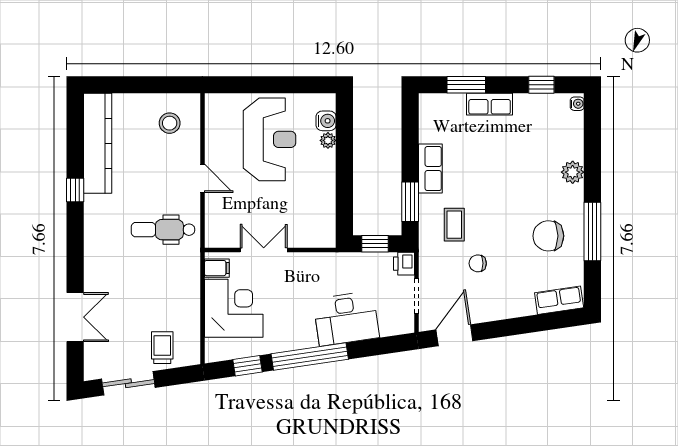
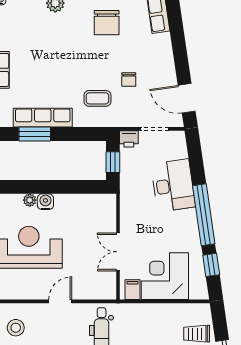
water cooler: (326, 121) -> (45, 202), moved
row of seats: (430, 169) -> (43, 118), width x1.48
window: (410, 202) -> (35, 134), moved

